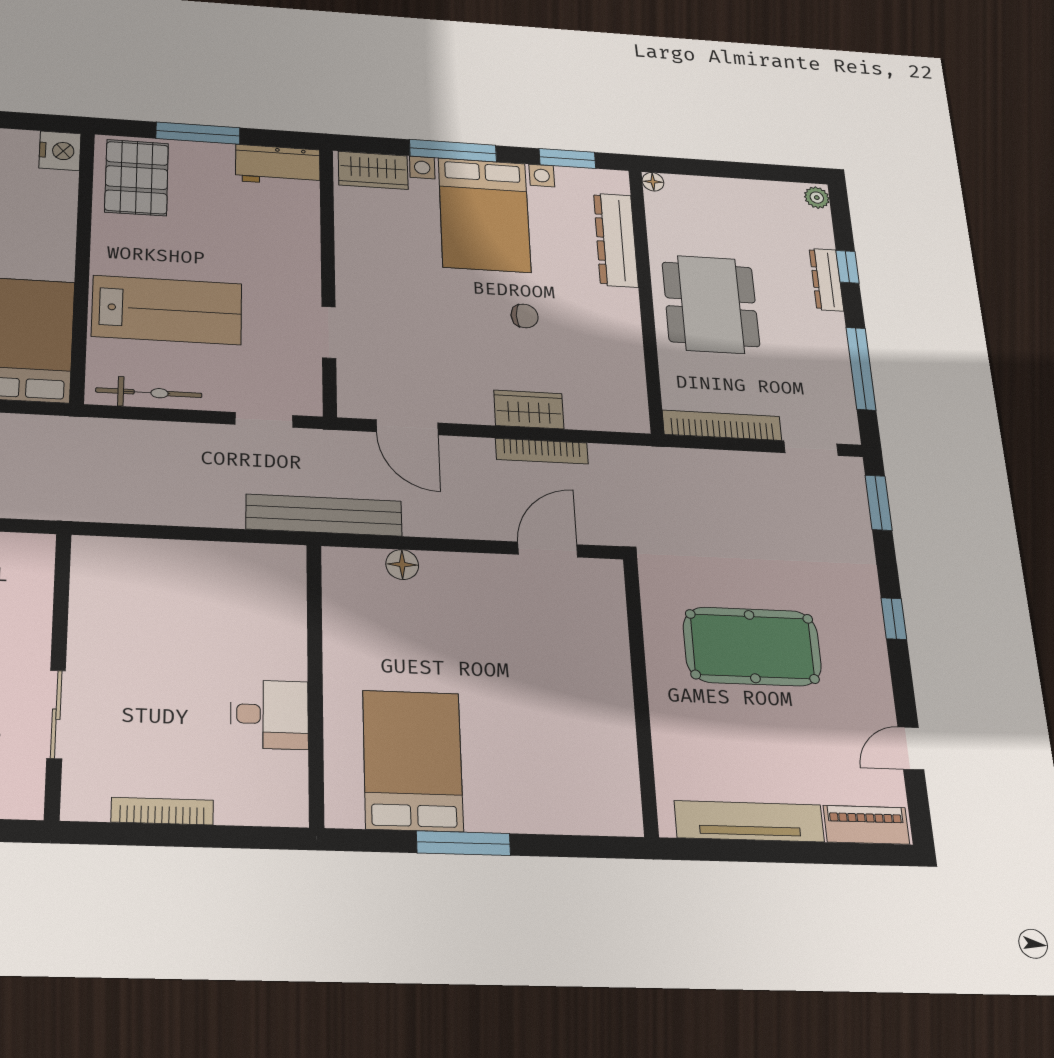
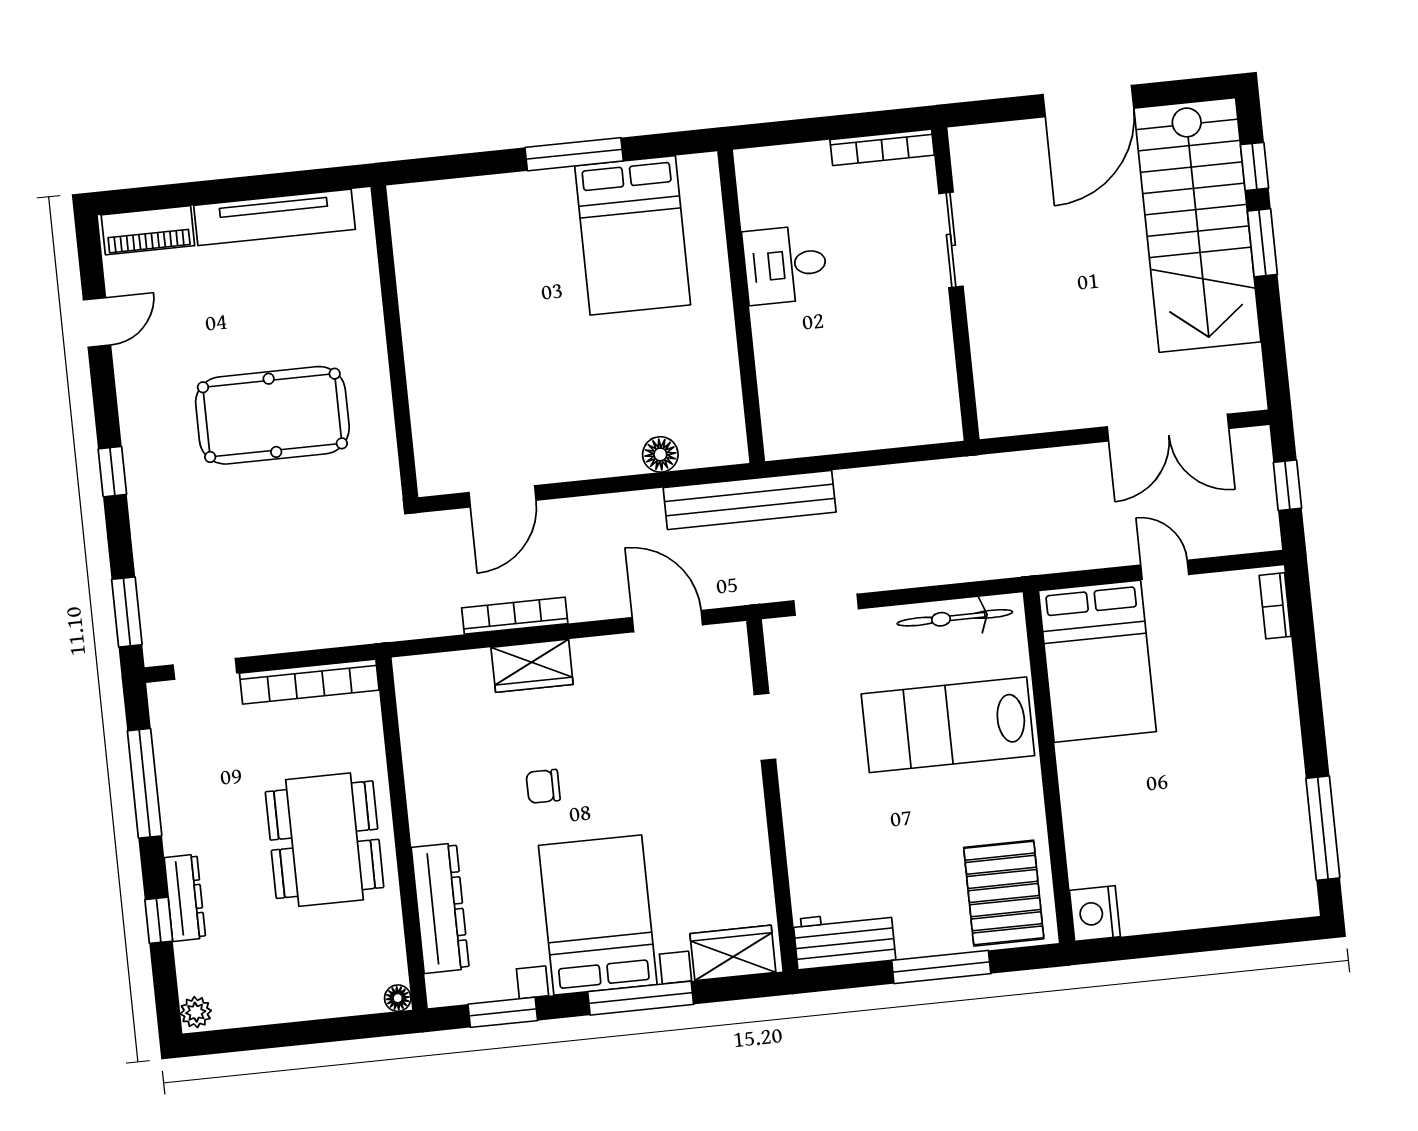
wall: (58, 673) -> (956, 284), moved
sliding door: (56, 714) -> (951, 240), moved

